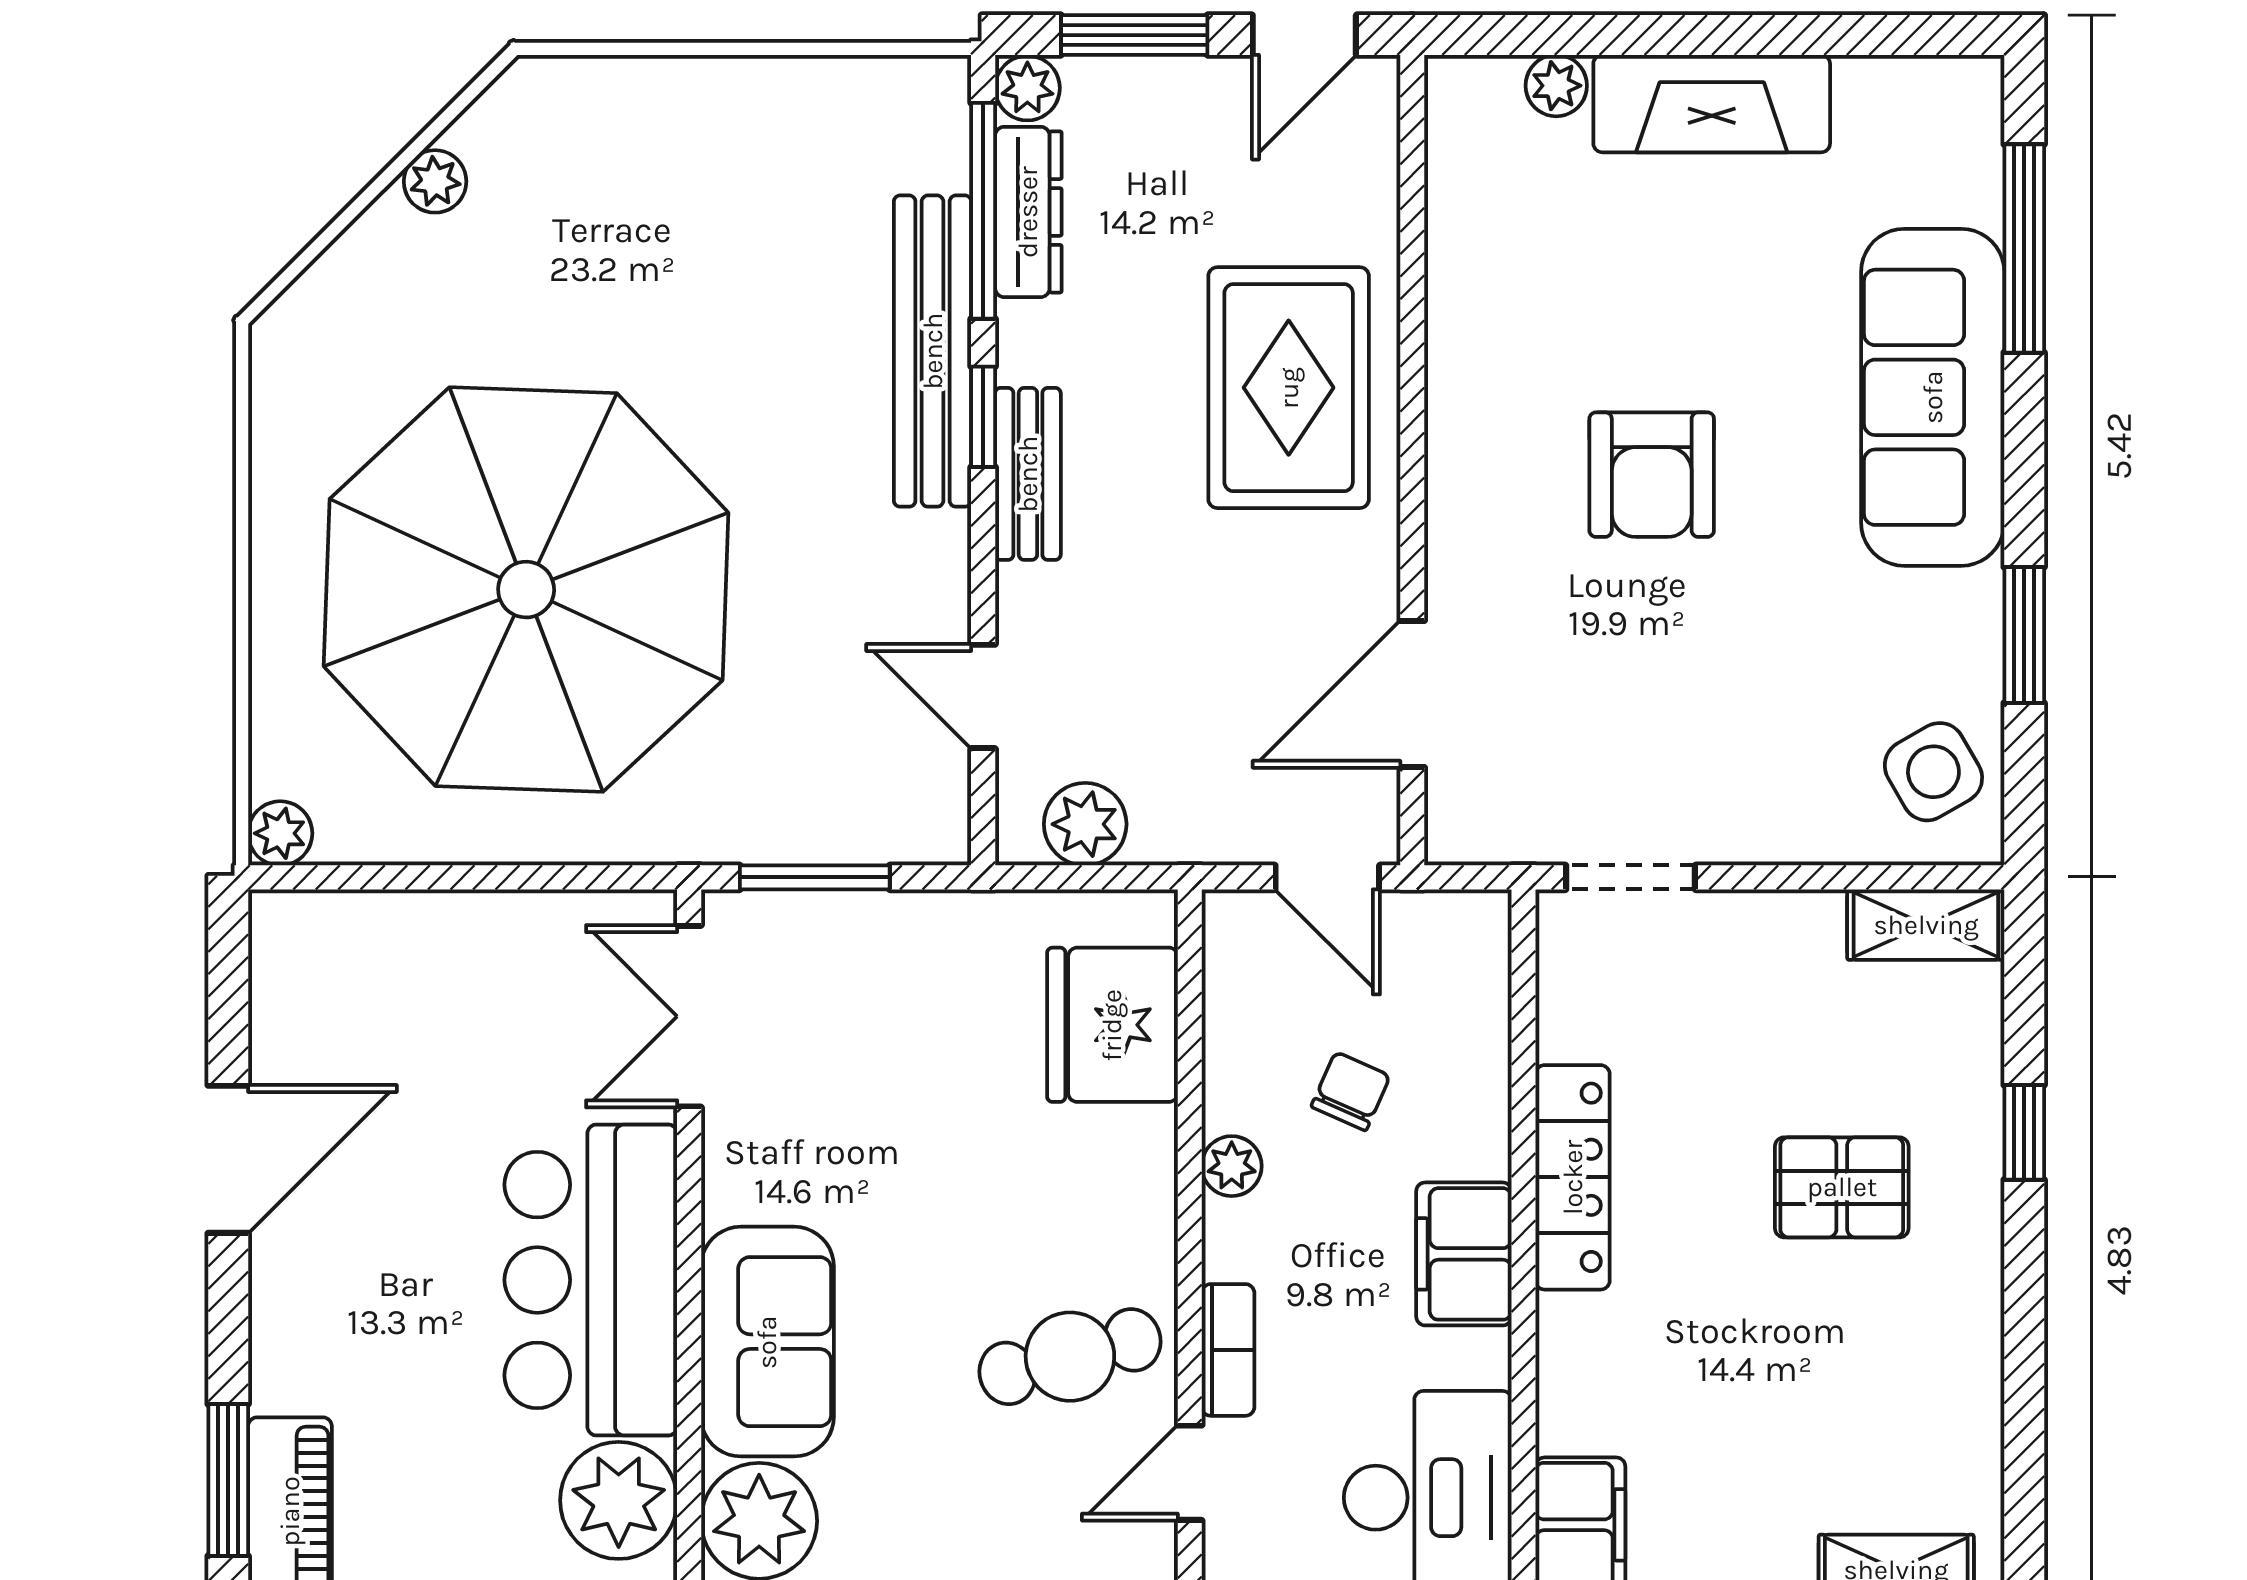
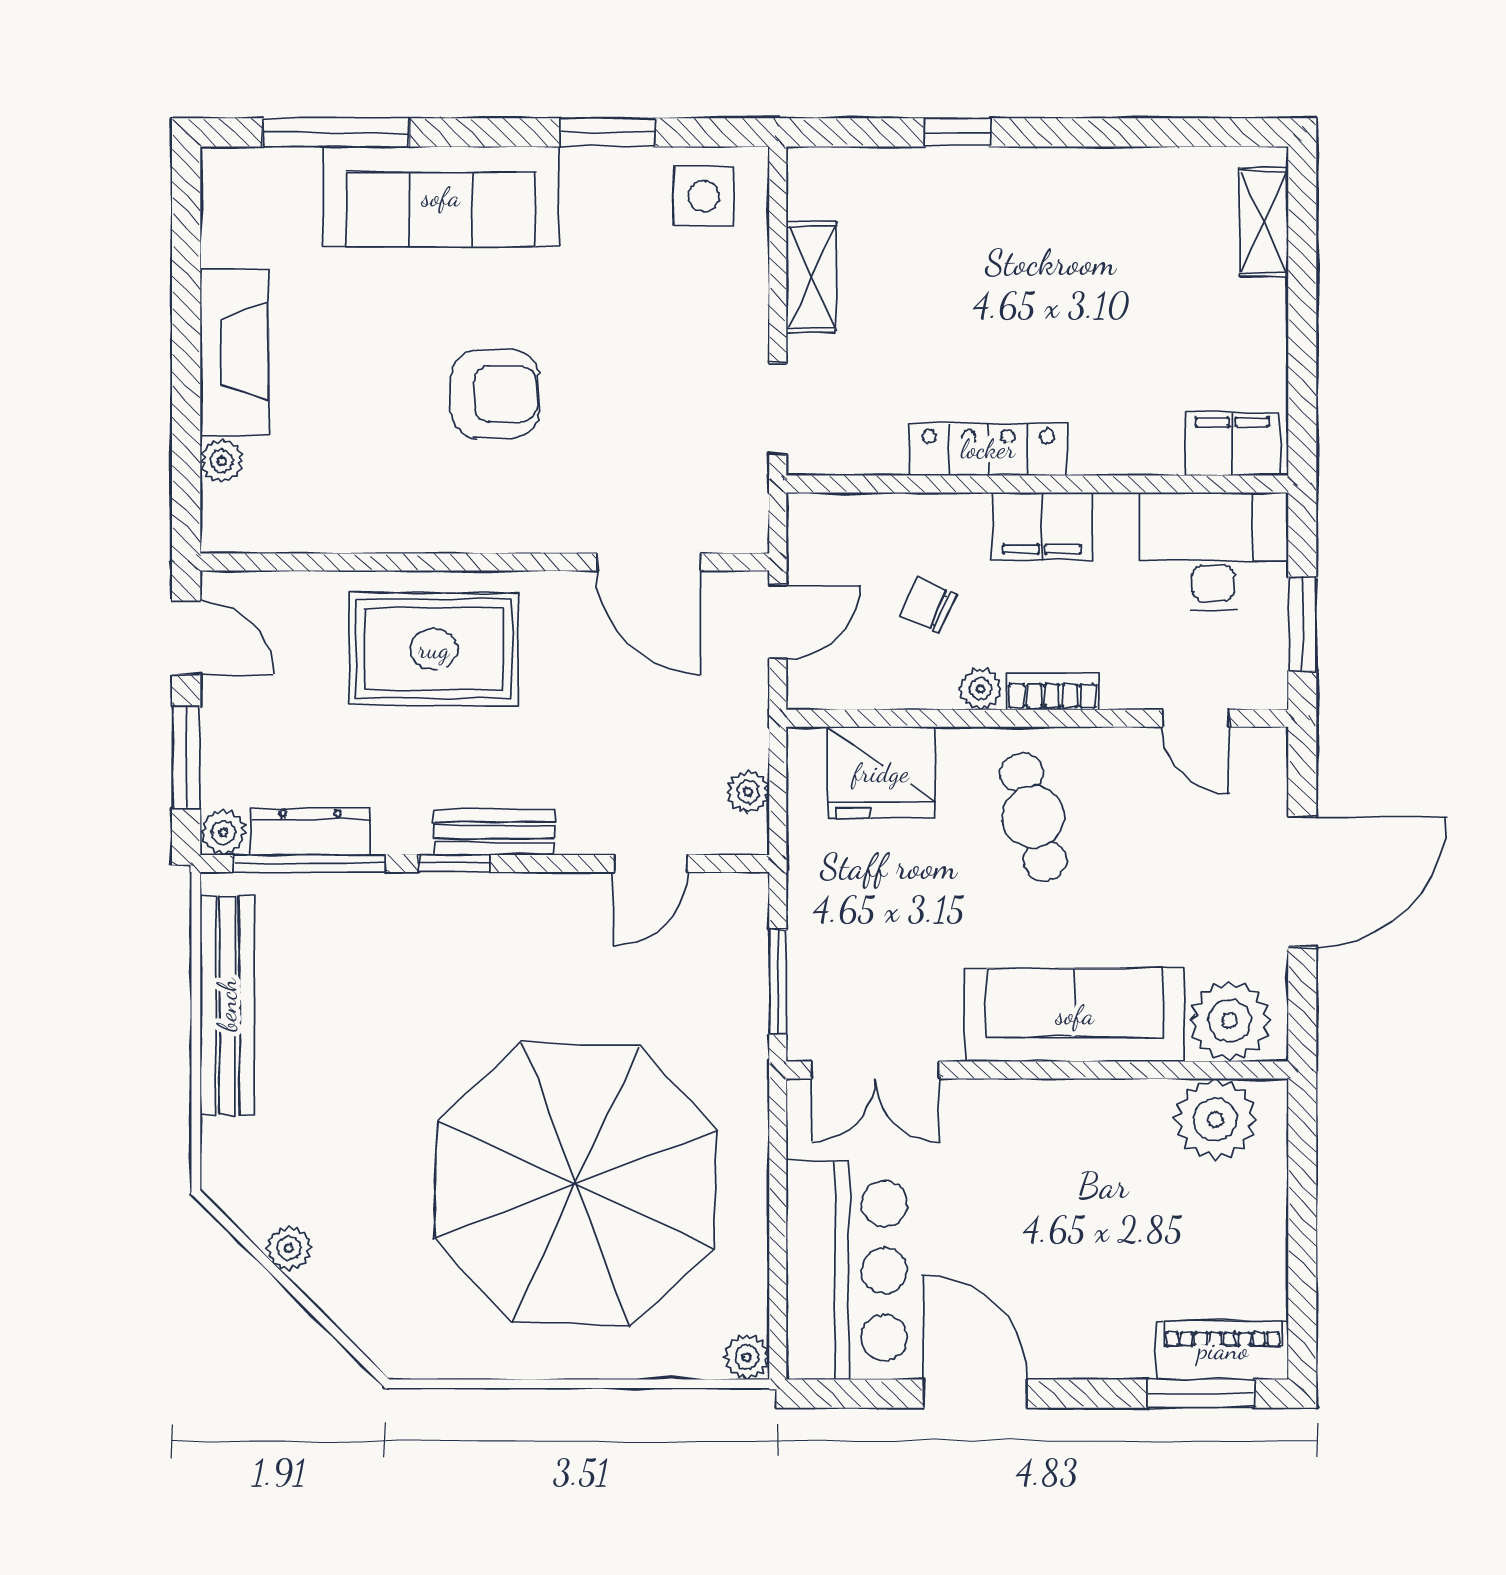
bench: (933, 351) -> (227, 1005), moved, turned 90
side table: (1933, 772) -> (704, 196), turned 30
plant: (1085, 824) -> (748, 792), width x0.73, depth x0.73
shelving: (1926, 925) -> (811, 277), moved
pallet: (1842, 1187) -> (995, 260), removed
bar counter: (591, 1280) -> (847, 1270), moved, turned -90
sofa: (767, 1342) -> (1075, 1015), width x1.36
bookcase: (1228, 1350) -> (1052, 691), moved
cafe table: (1070, 1357) -> (1033, 817), moved

